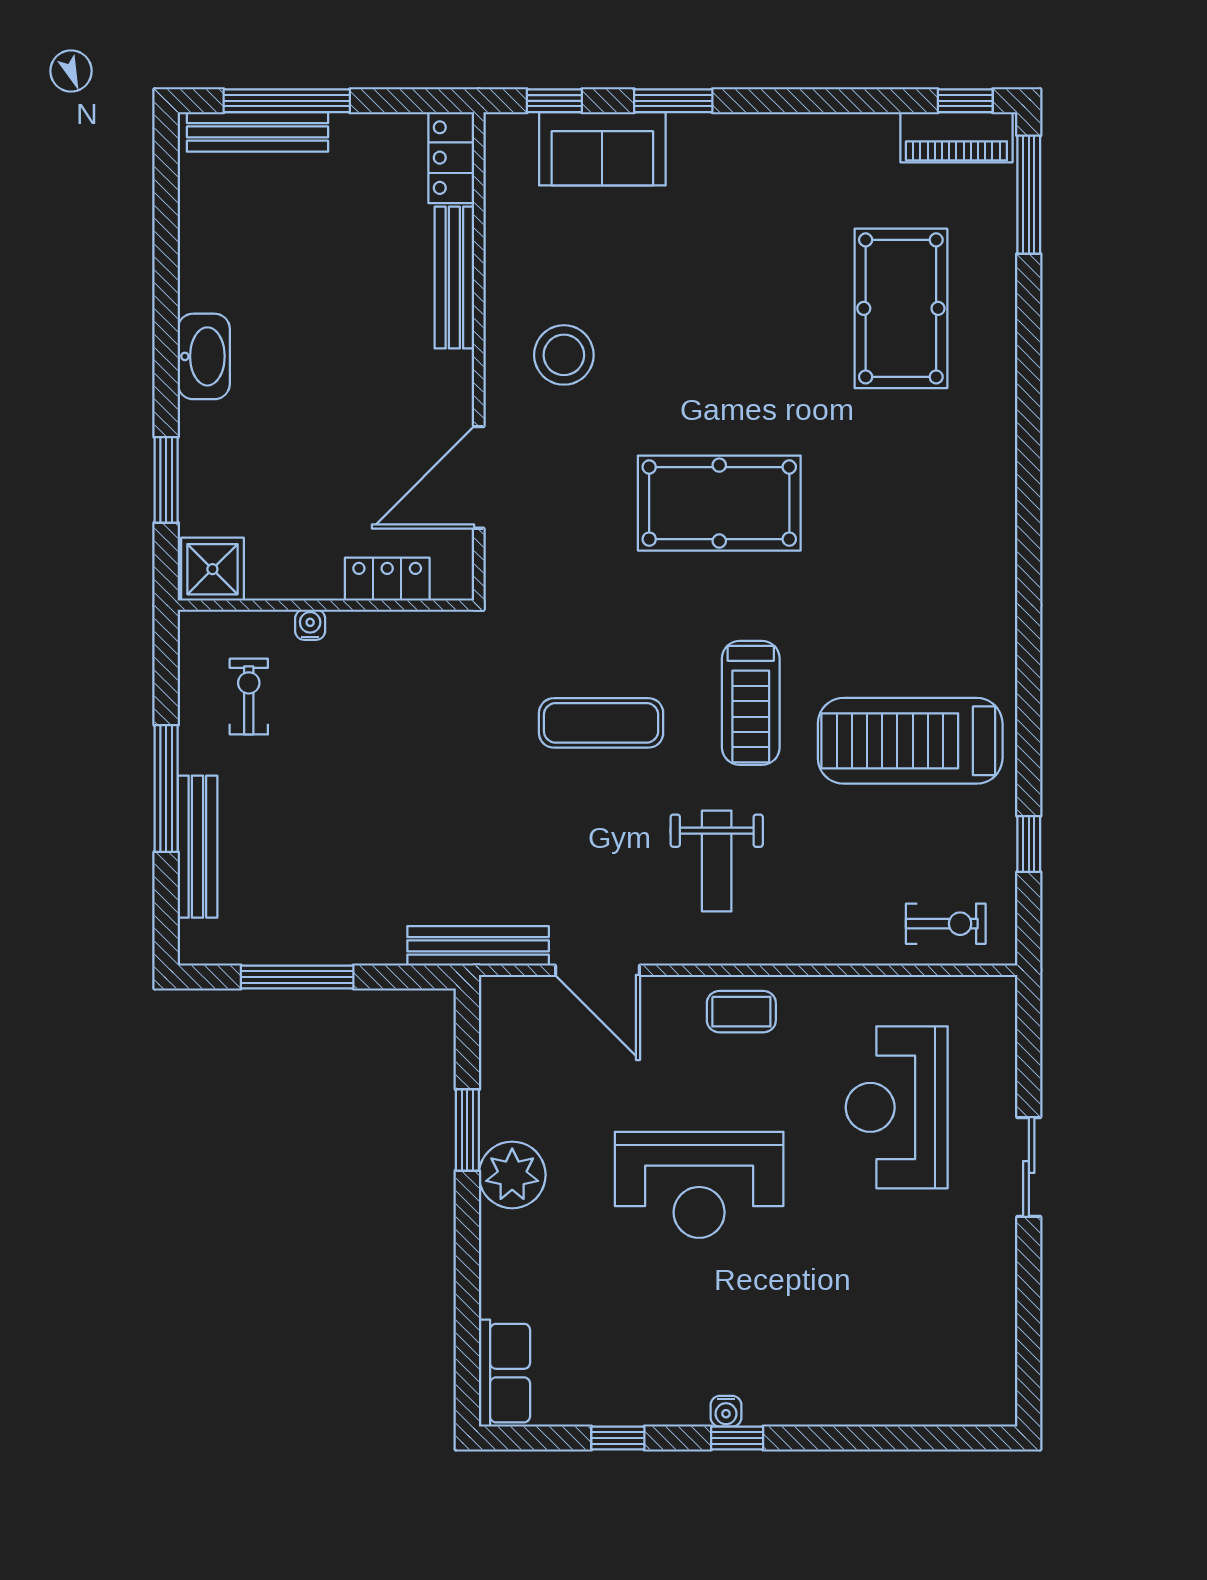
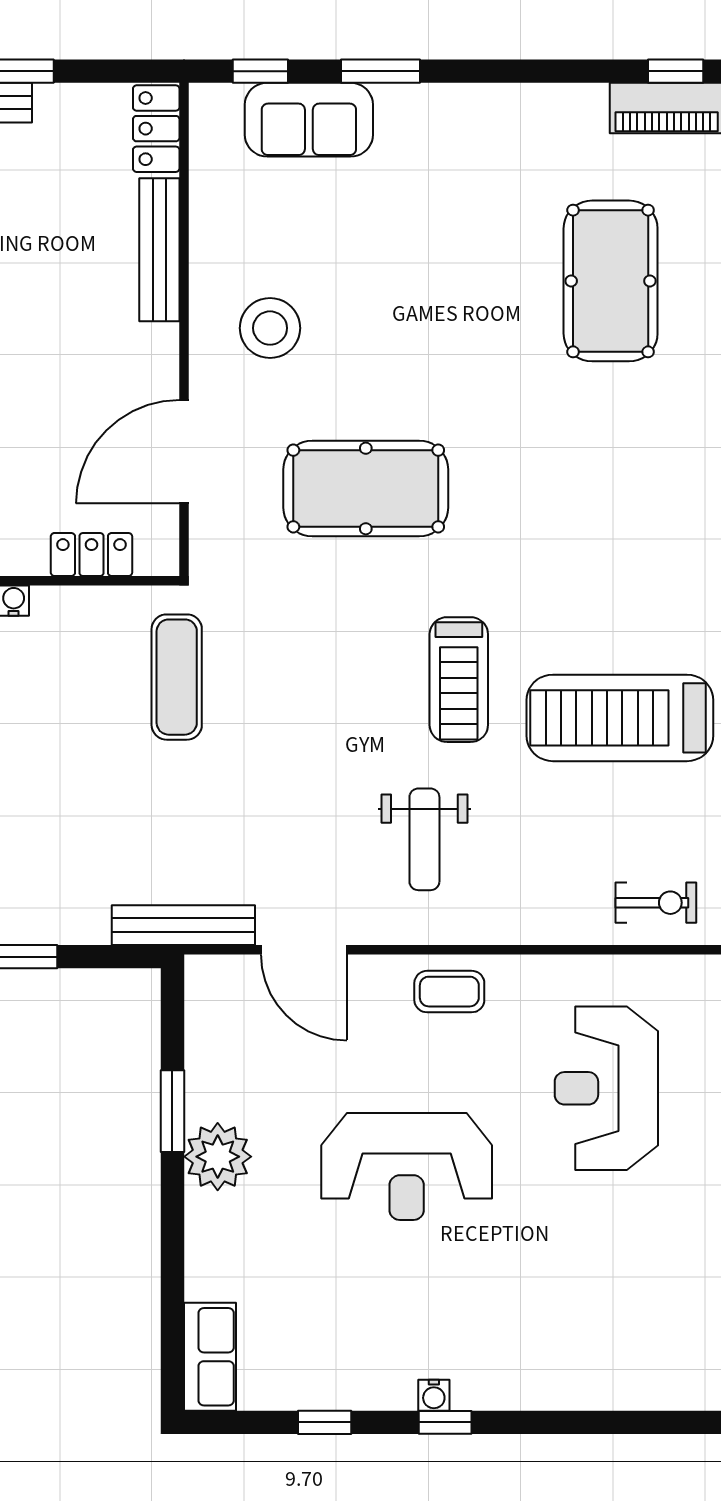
pool table: (719, 503) -> (366, 488), moved
exercise mat: (601, 723) -> (177, 677), moved, turned 90

